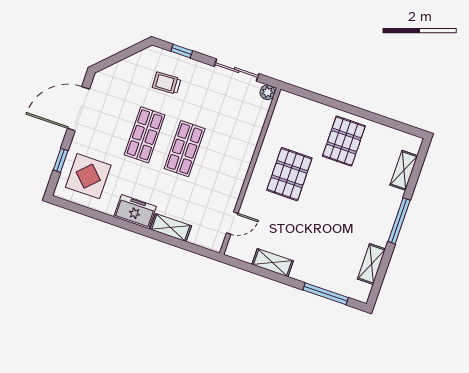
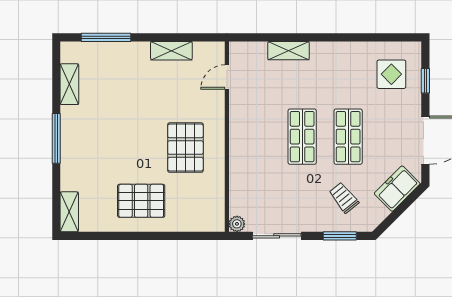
window: (182, 51) -> (340, 236), width x1.50
trolley: (167, 83) -> (344, 198), turned -126
pallet: (344, 141) -> (141, 201), turned 90
shelving: (404, 170) -> (69, 212), moved
display table: (88, 176) -> (391, 74), width x0.73, depth x0.73
freezer: (135, 212) -> (397, 189), moved, turned 135

